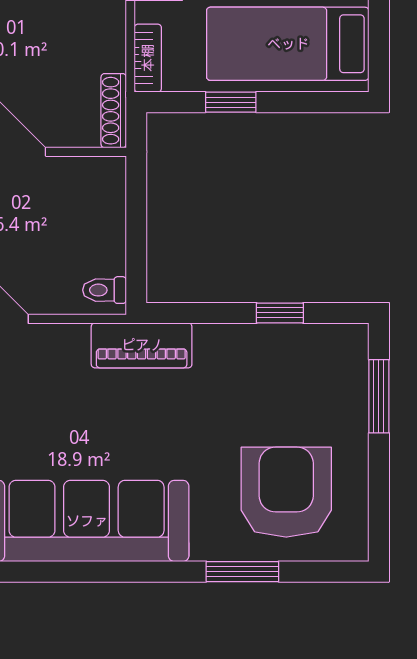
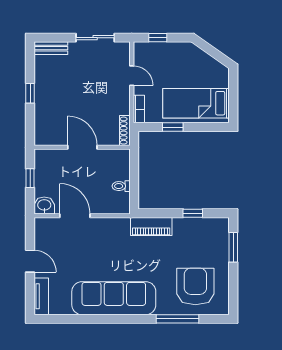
toilet: (104, 290) -> (121, 186), moved
piano: (142, 345) -> (151, 226), moved
window: (242, 572) -> (177, 319), width x1.44

